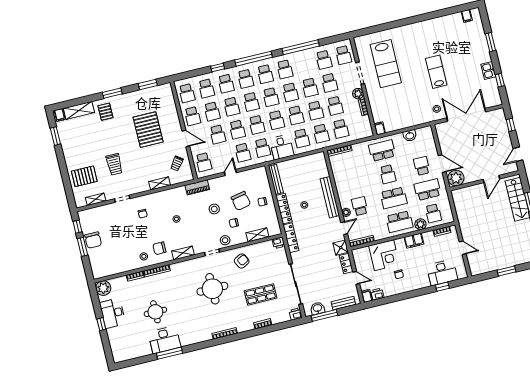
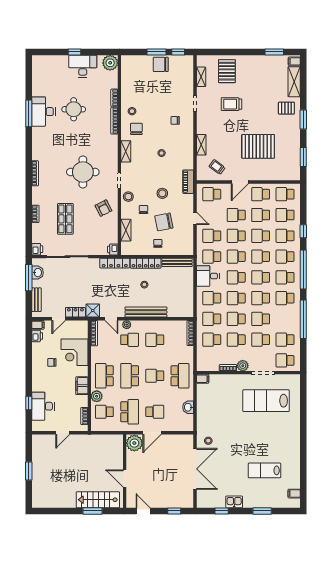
lab bench: (436, 72) -> (264, 470), moved, turned 180
school desk: (354, 182) -> (155, 340), added

